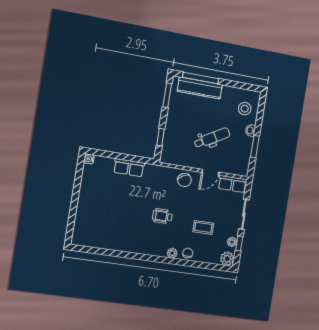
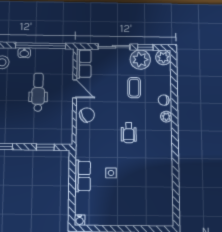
dental chair: (212, 138) -> (38, 92), turned 30
window: (255, 147) -> (41, 46), width x2.11
side table: (128, 194) -> (111, 173), added
plant: (232, 242) -> (140, 60), width x1.87, depth x1.87

